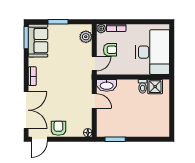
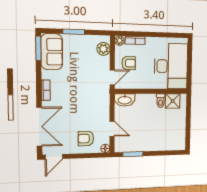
door: (94, 101) -> (112, 129), moved
armchair: (58, 128) -> (86, 139), moved, turned -90

